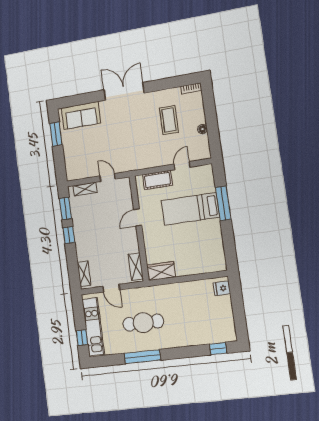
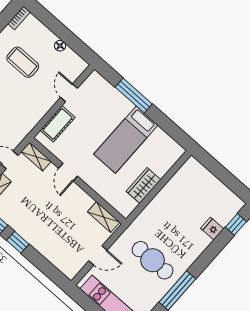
bed: (190, 209) -> (126, 140), moved
wardrobe: (161, 271) -> (143, 186), moved
shelving: (84, 274) -> (36, 157), moved
fridge: (222, 288) -> (212, 229), moved, turned 90
cafe table: (143, 323) -> (153, 260), turned 90

